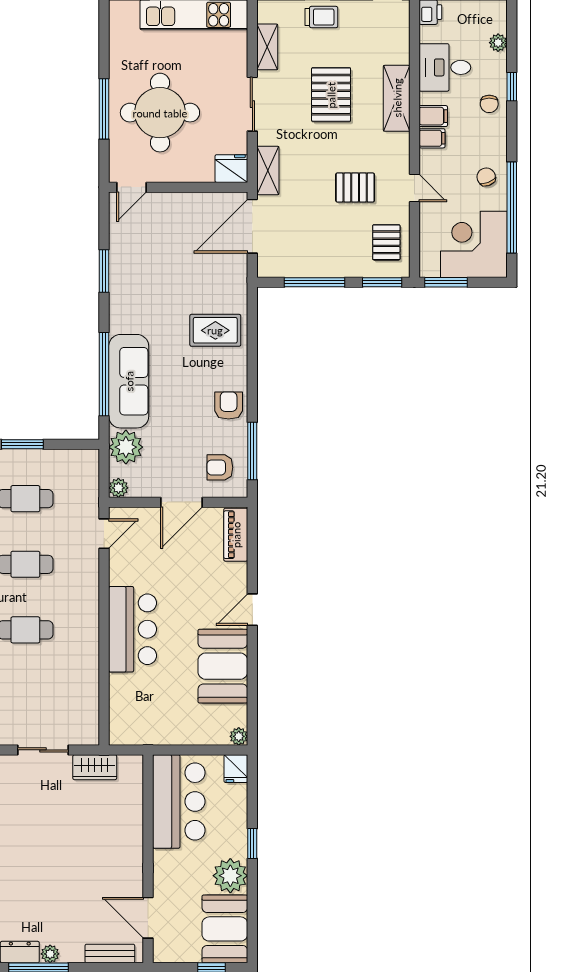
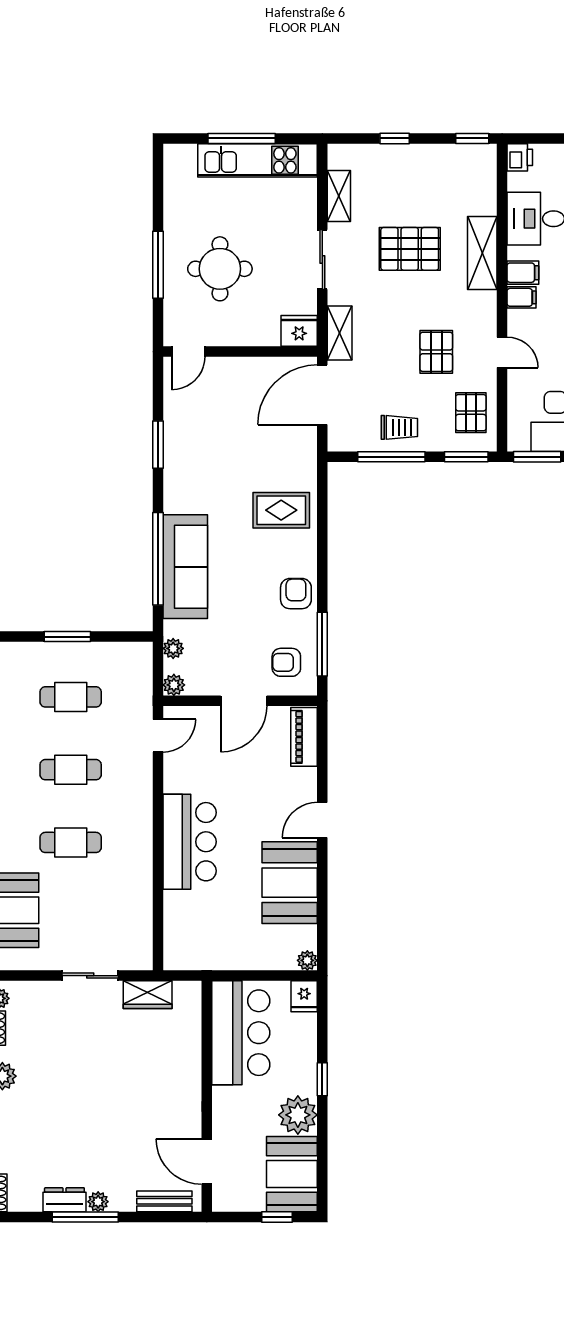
trolley: (321, 17) -> (399, 427), moved
pallet: (331, 95) -> (410, 249), turned 90
round table: (160, 113) -> (220, 269), width x0.73, depth x0.73
pallet: (355, 187) -> (436, 352), turned 90
plant: (126, 447) -> (173, 648), width x0.53, depth x0.53

